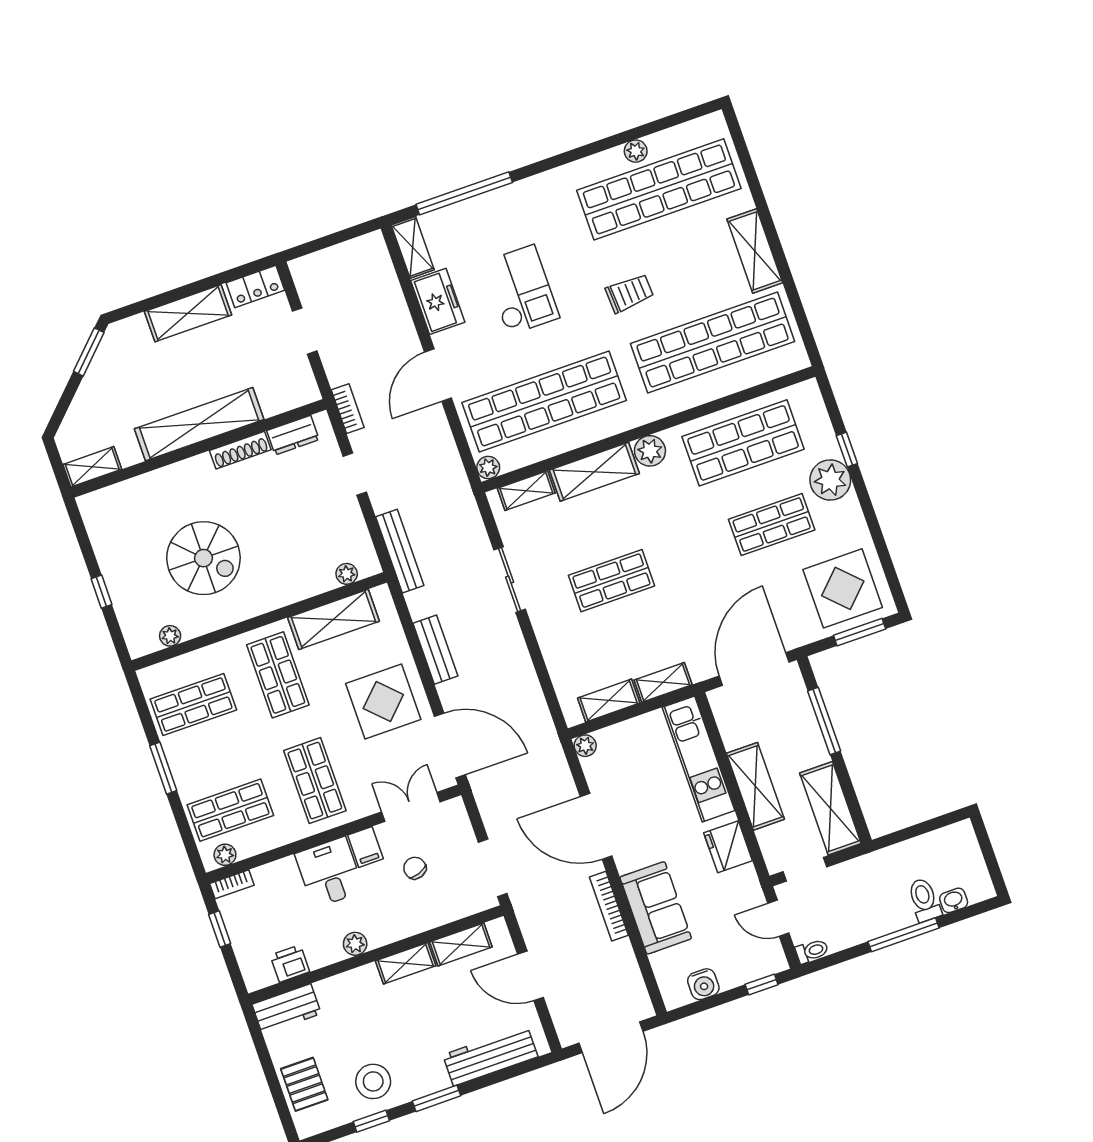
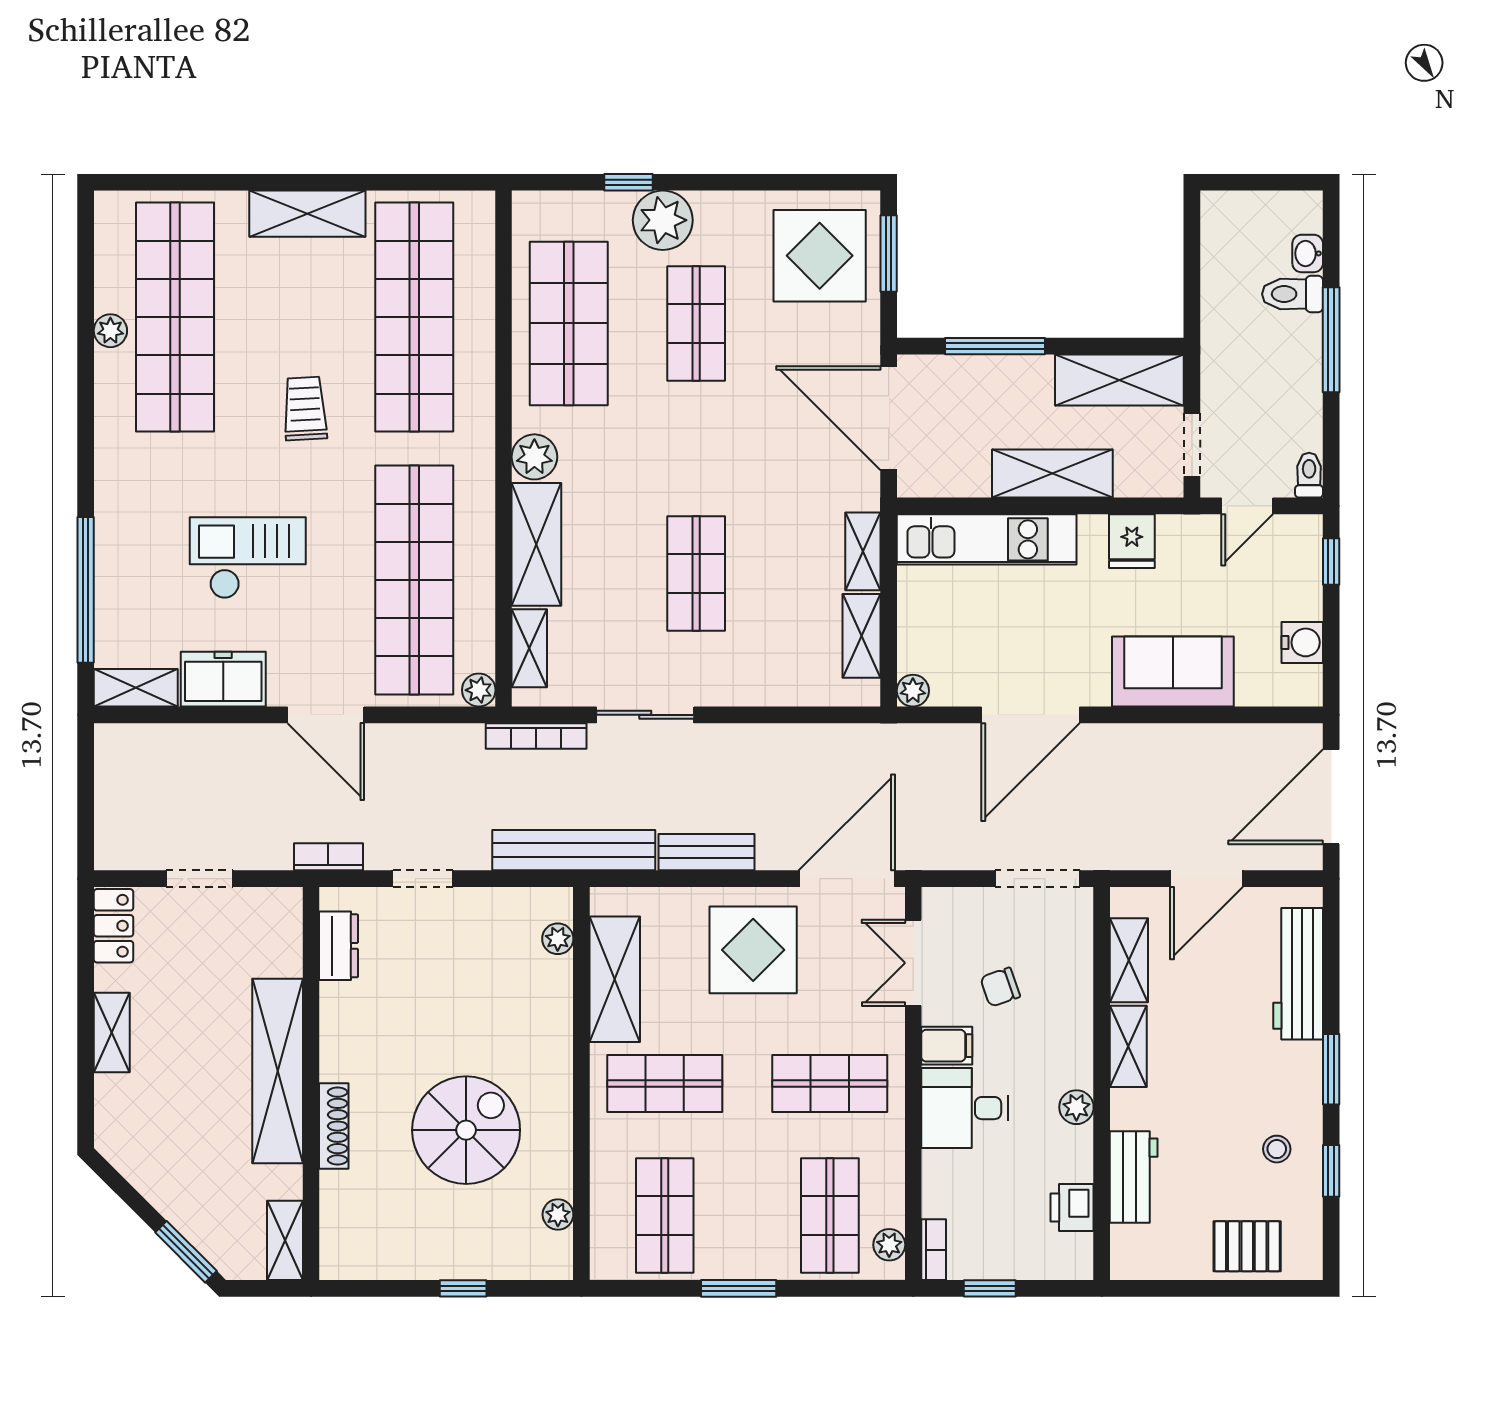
shelving: (188, 313) -> (112, 1032), width x0.67, depth x0.75
window: (89, 352) -> (186, 1252), moved
shoe rack: (240, 450) -> (334, 1126), moved
bench: (400, 551) -> (574, 850), width x1.37, depth x1.21
fridge: (728, 847) -> (1132, 541), width x0.72
bookcase: (609, 906) -> (536, 736), moved
workbench: (287, 1009) -> (1134, 1177), moved
door: (611, 1037) -> (1331, 797), swing flipped
stool: (373, 1081) -> (1277, 1149), width x0.53, depth x0.53

